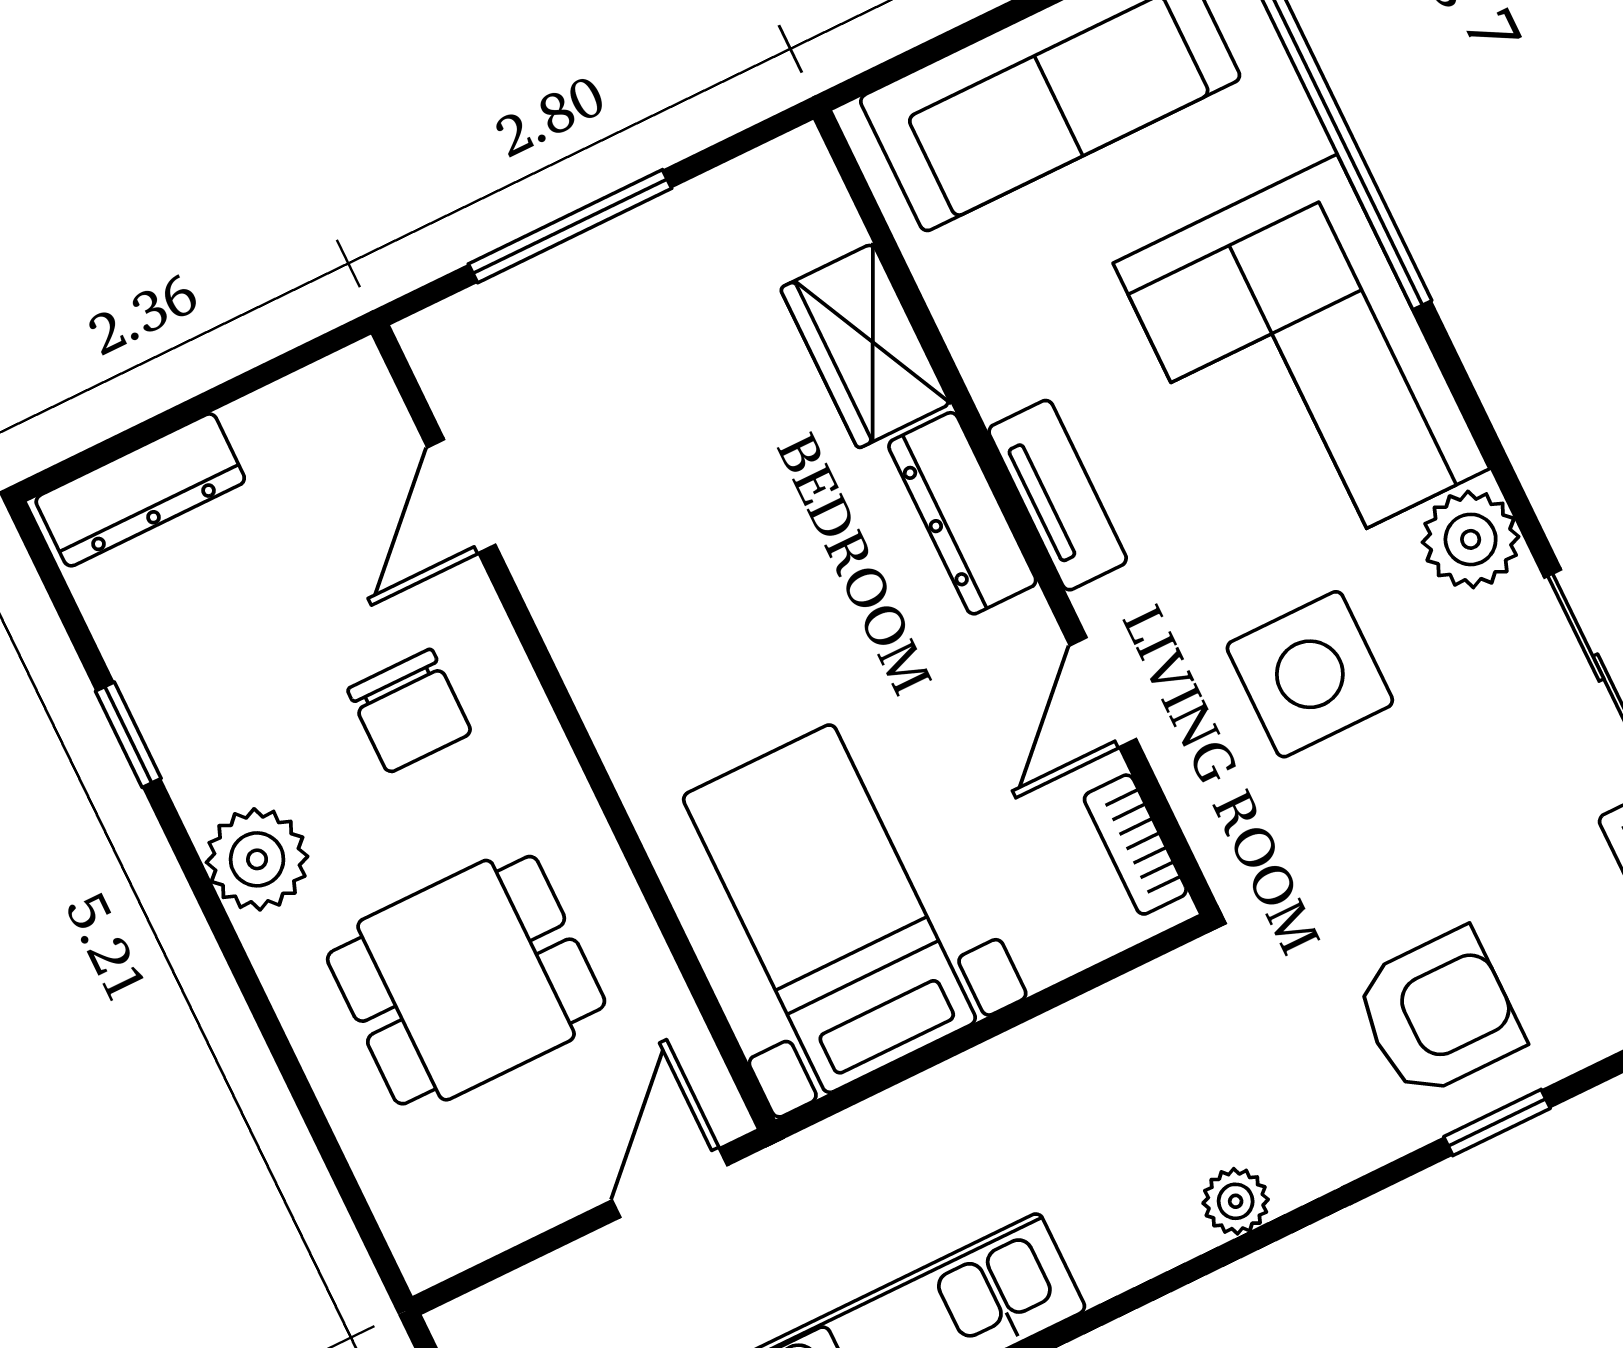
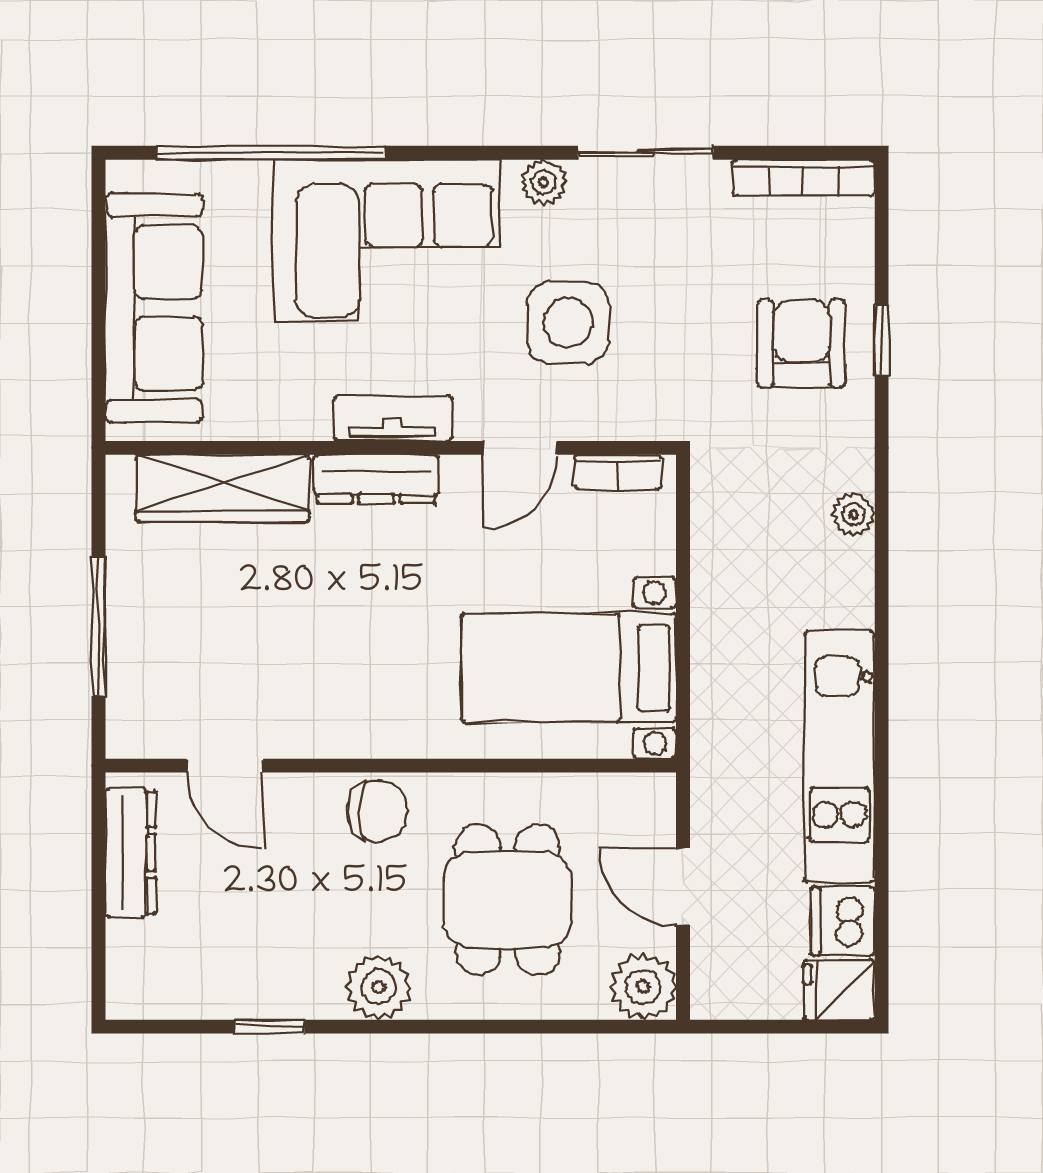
wardrobe: (865, 346) -> (223, 488), width x1.50
dresser: (140, 490) -> (131, 853), moved
plant: (1471, 539) -> (544, 182), width x0.73, depth x0.73
door: (1103, 692) -> (520, 448), hinge flipped
chair: (410, 711) -> (377, 811), moved
door: (670, 1183) -> (683, 886), moved
plant: (436, 1227) -> (643, 987), added

